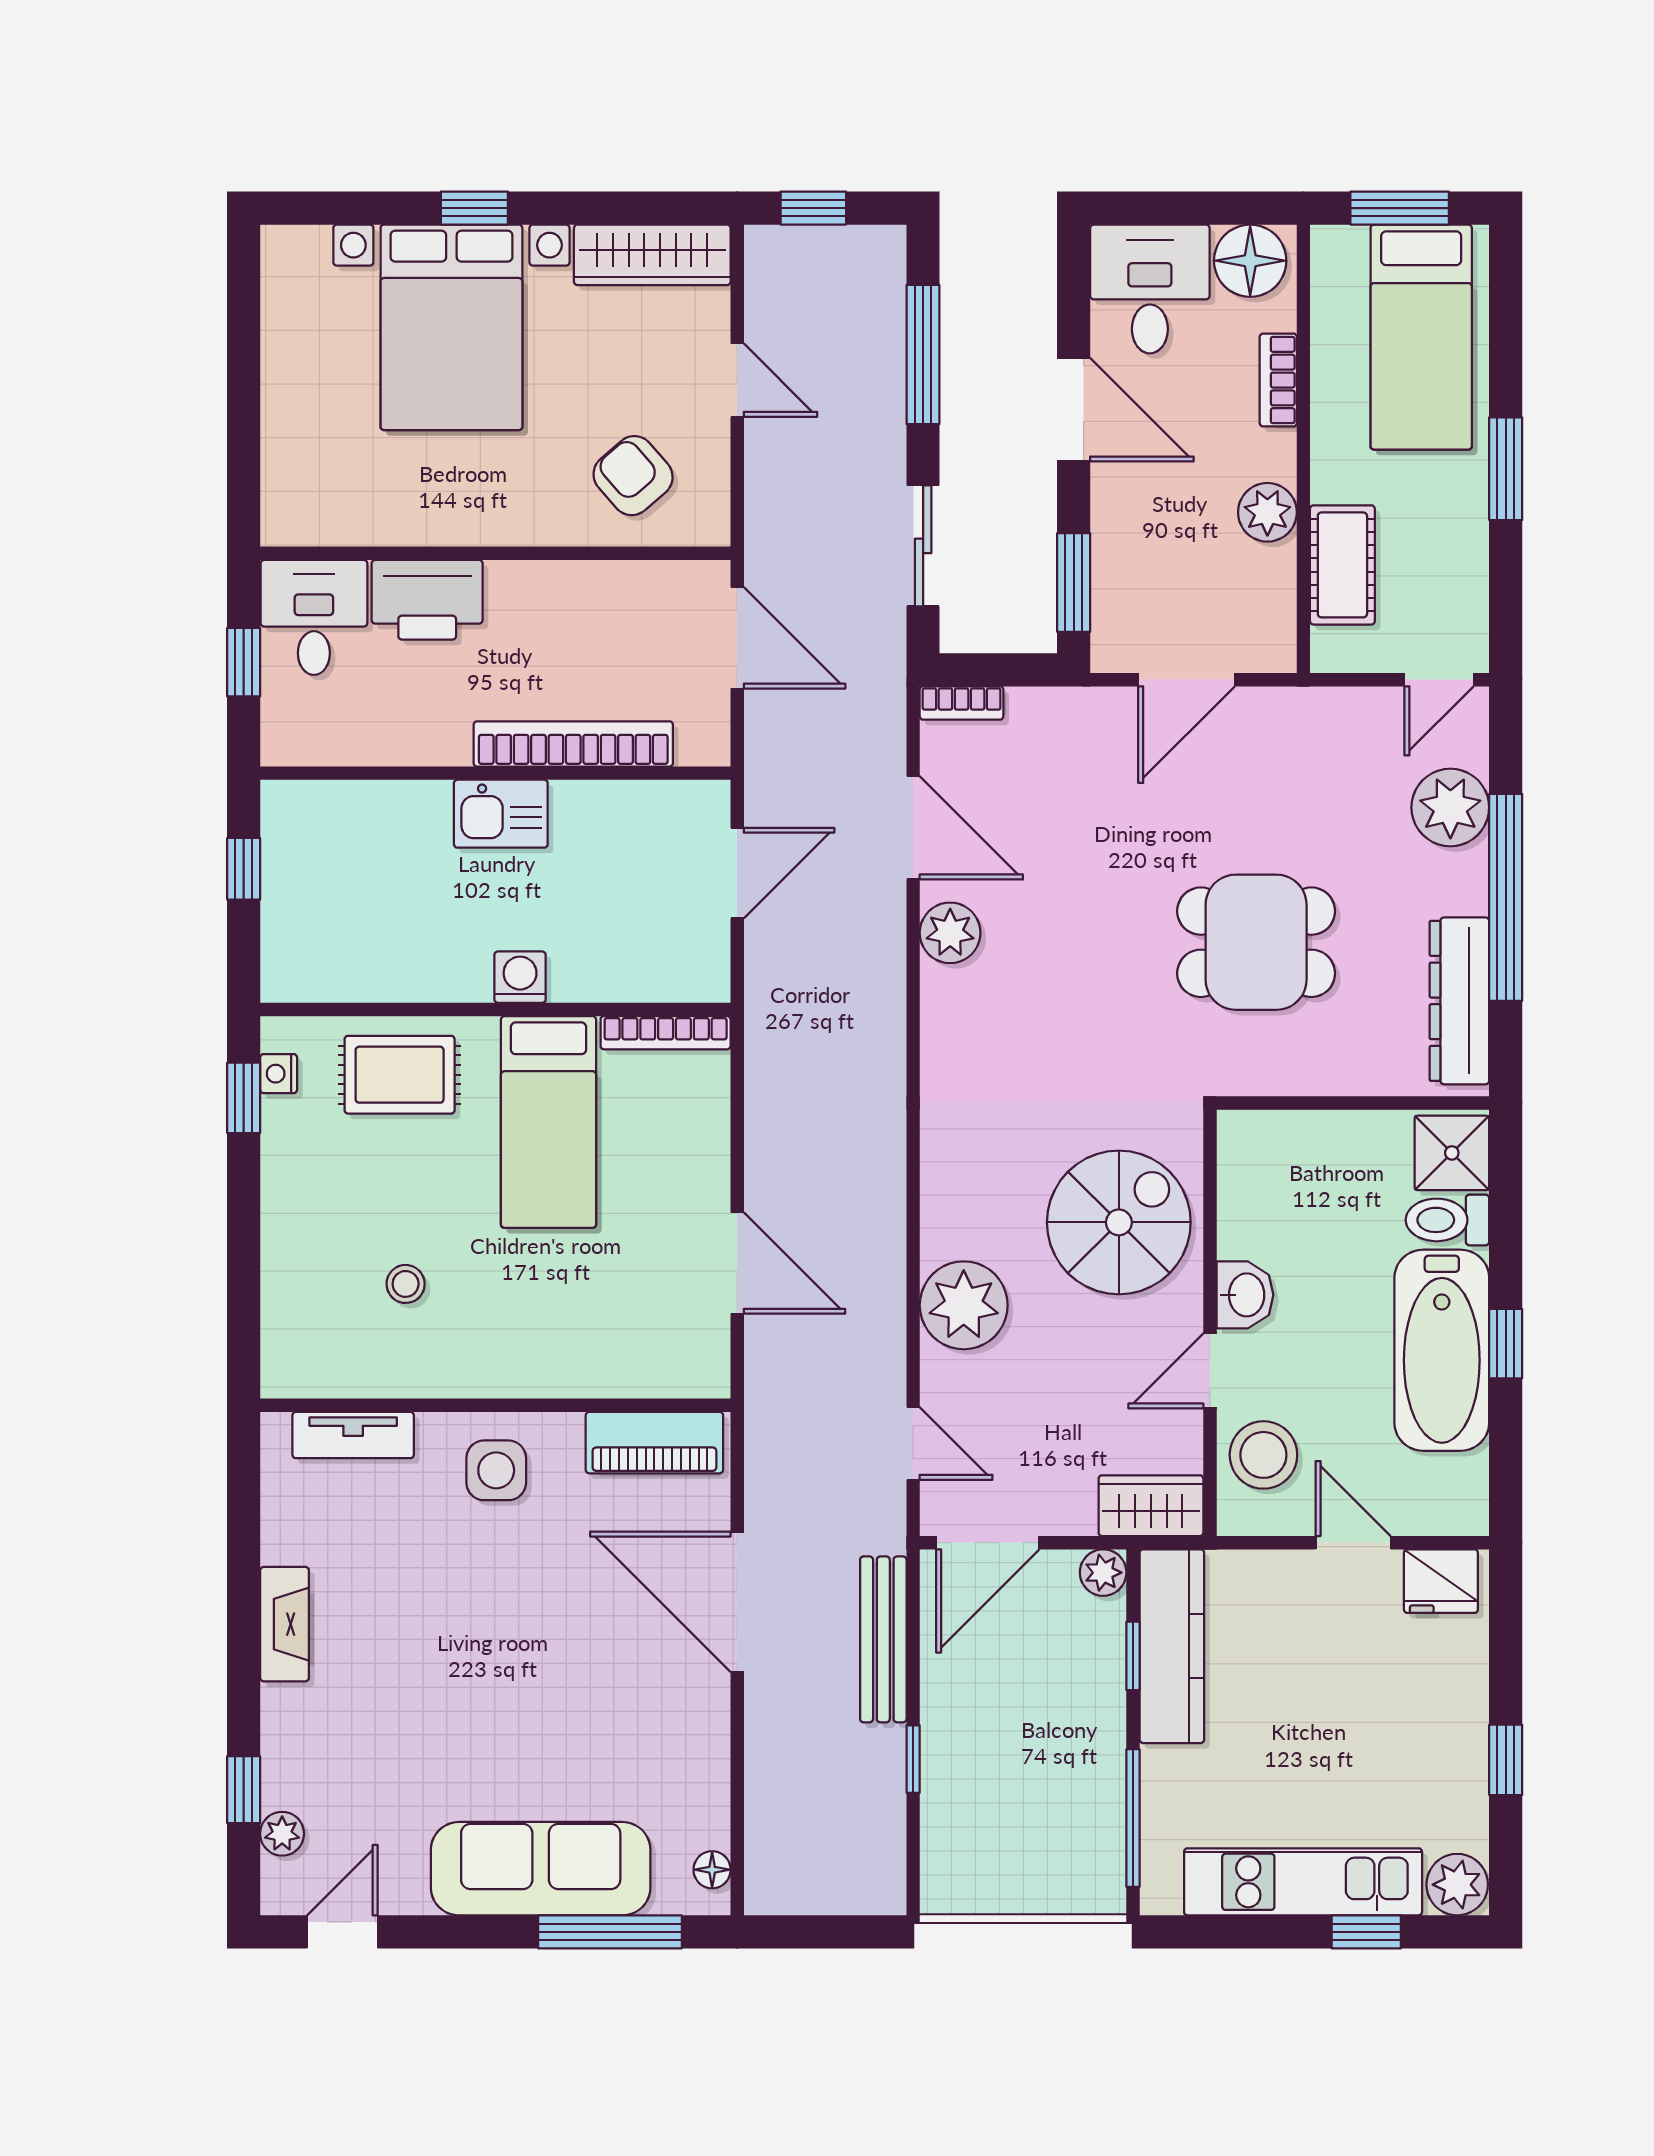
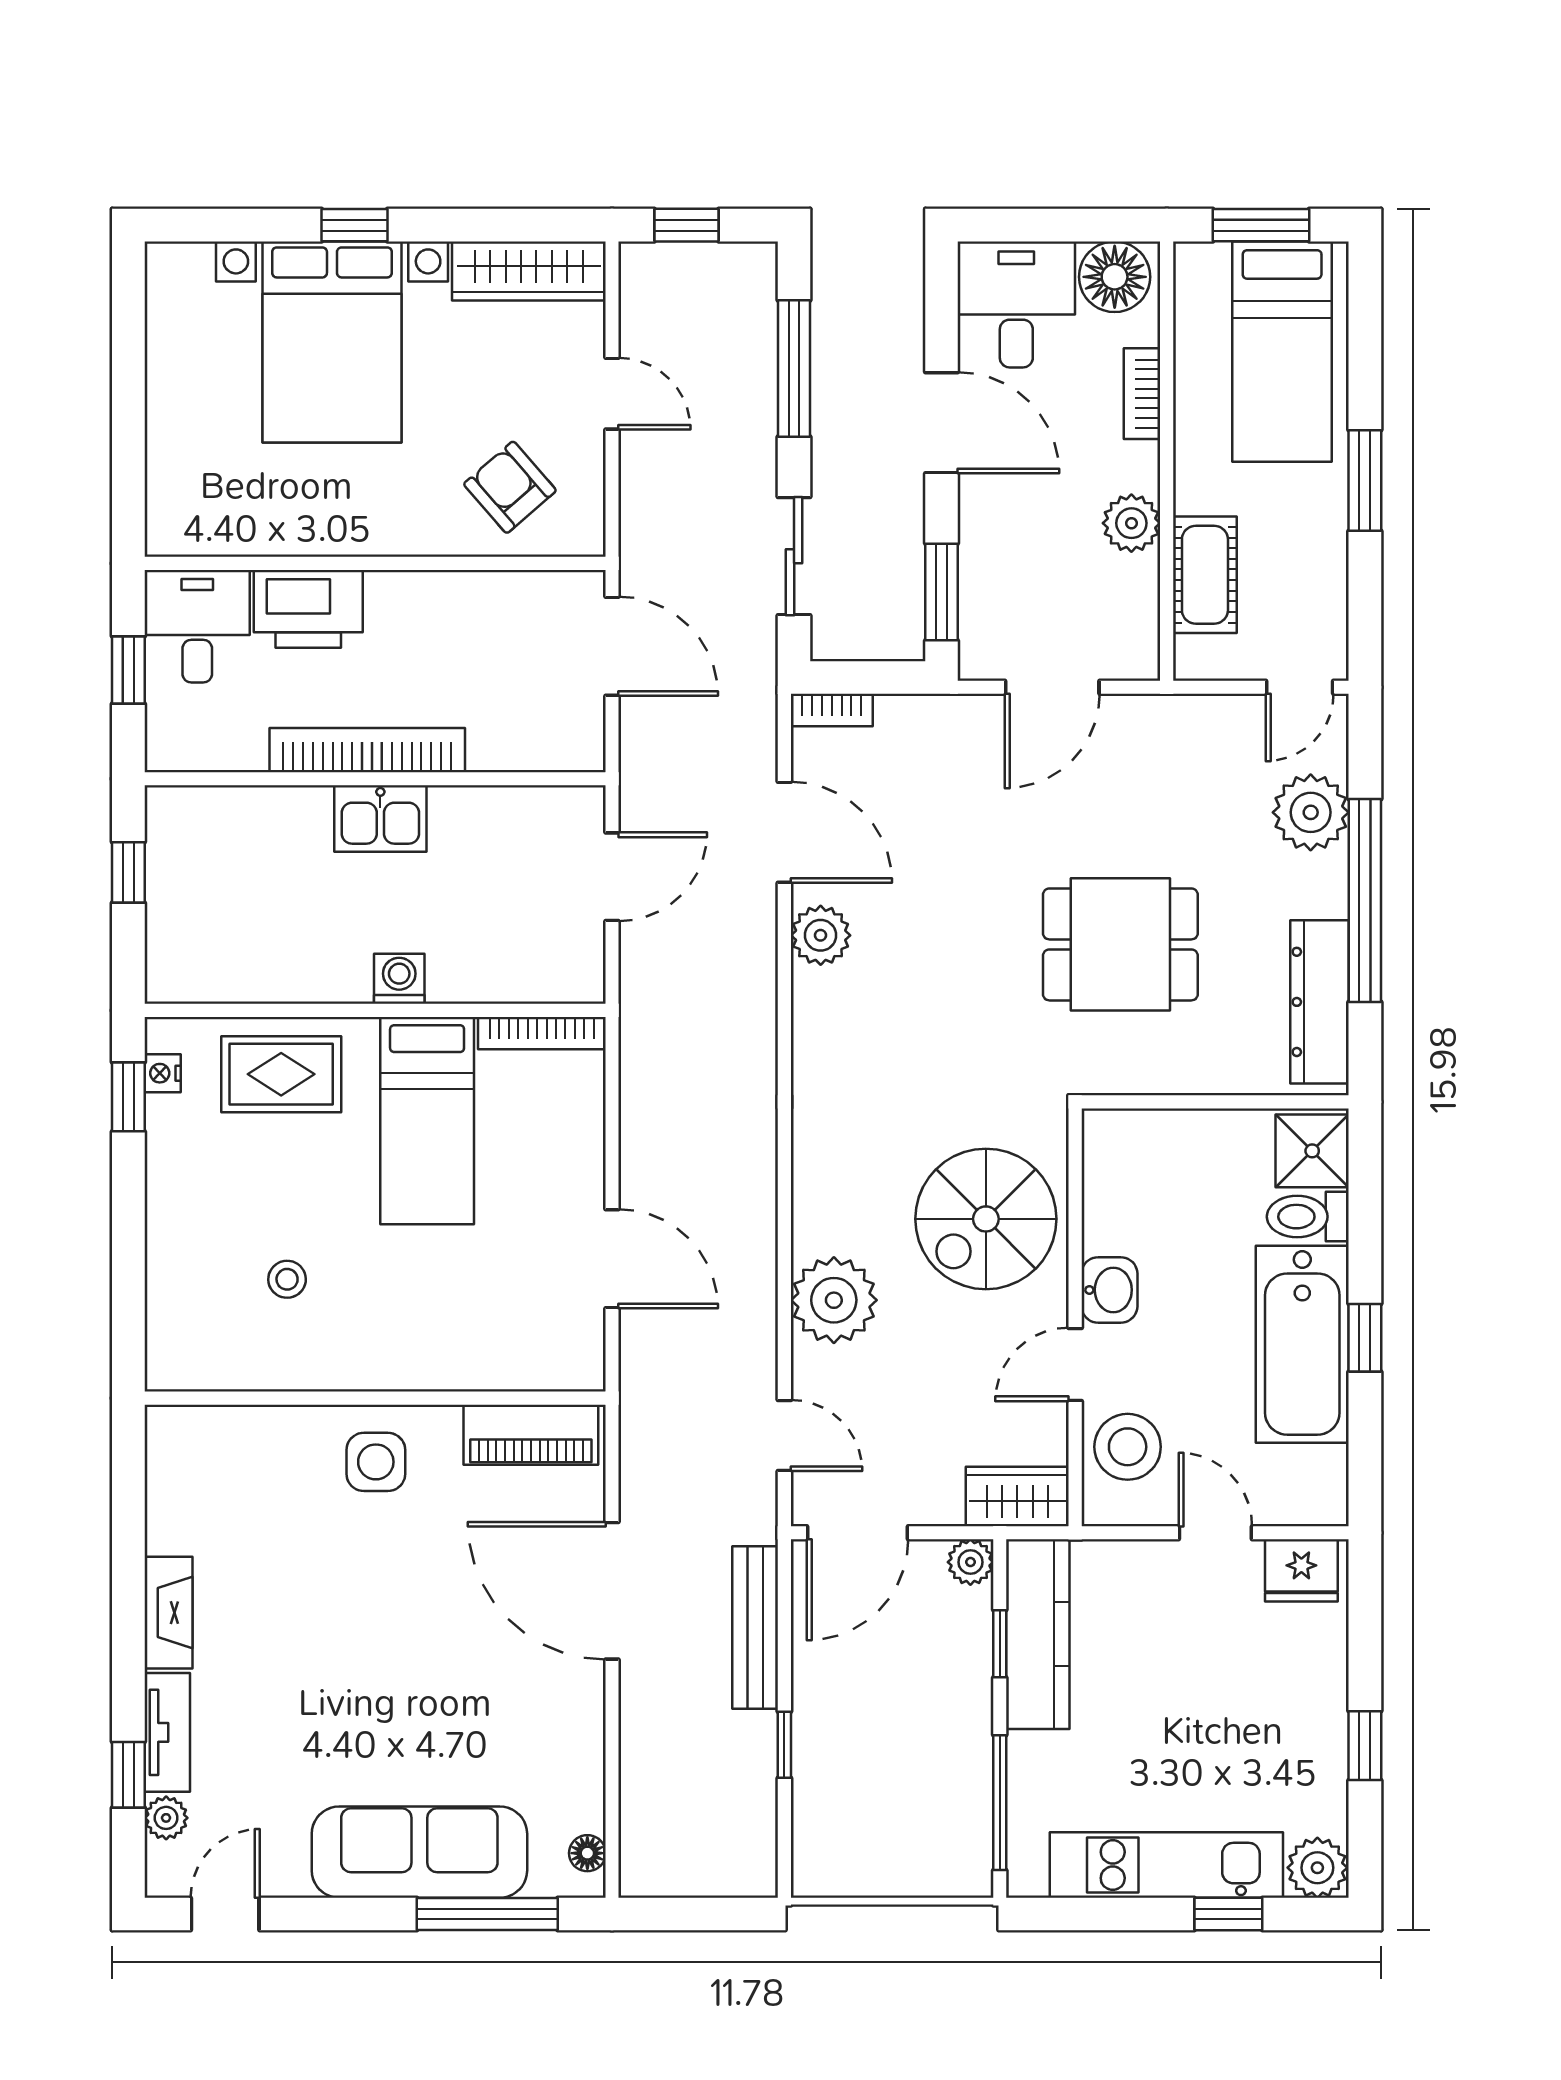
bookcase: (573, 744) -> (367, 750), moved
spiral stairs: (1119, 1222) -> (986, 1219), turned 180
tv unit: (353, 1435) -> (167, 1732), moved, turned -90

